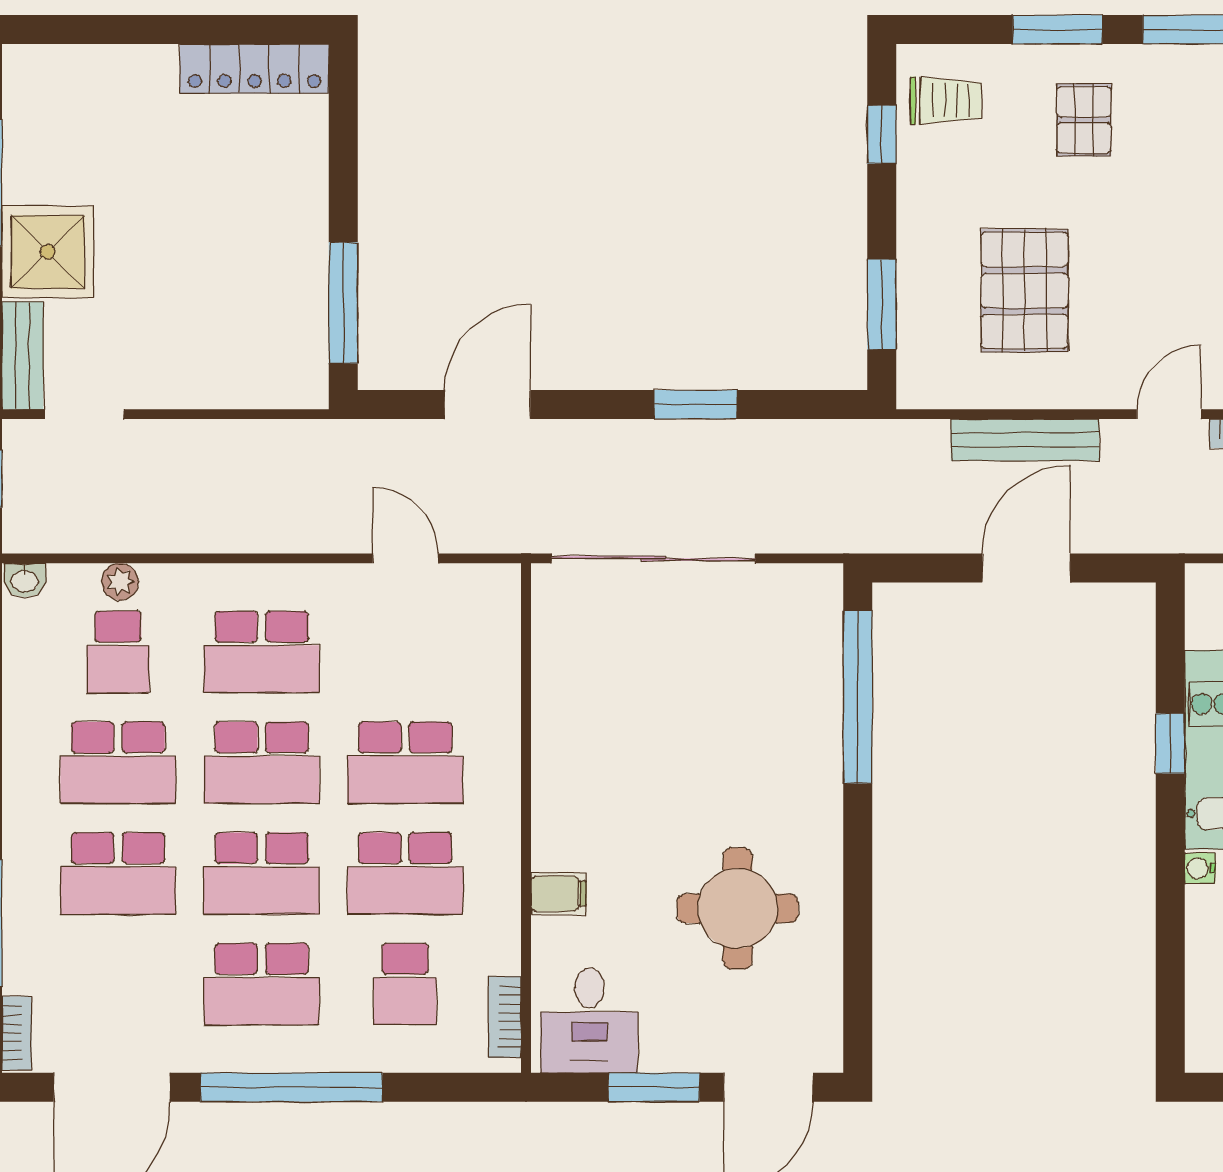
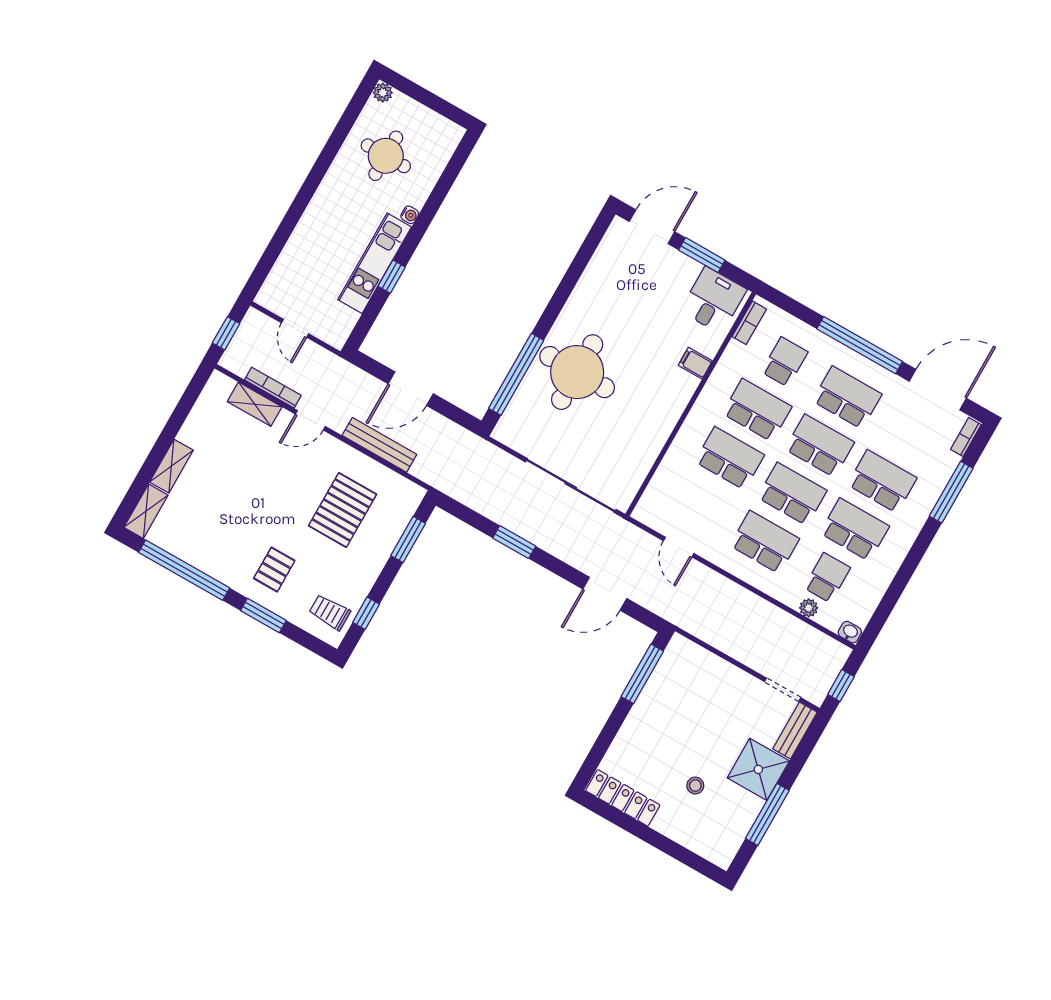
stool: (141, 162) -> (695, 786), added
round table: (738, 908) -> (577, 372), moved, width x1.36, depth x1.36

